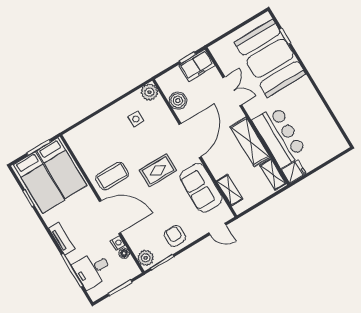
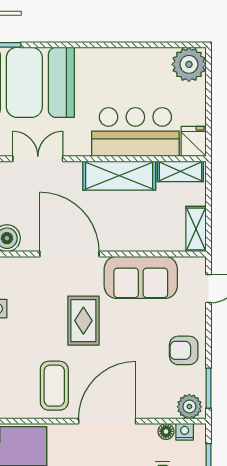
plant: (335, 143) -> (189, 64), added
shelving: (229, 190) -> (196, 229), moved, turned 90
nightstand: (118, 243) -> (185, 432), moved

